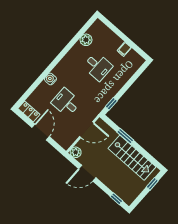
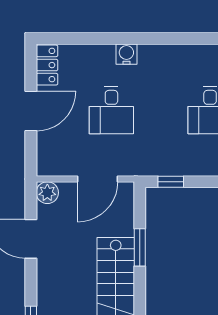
desk: (66, 102) -> (111, 110), turned 180
door: (87, 130) -> (98, 179), hinge flipped

